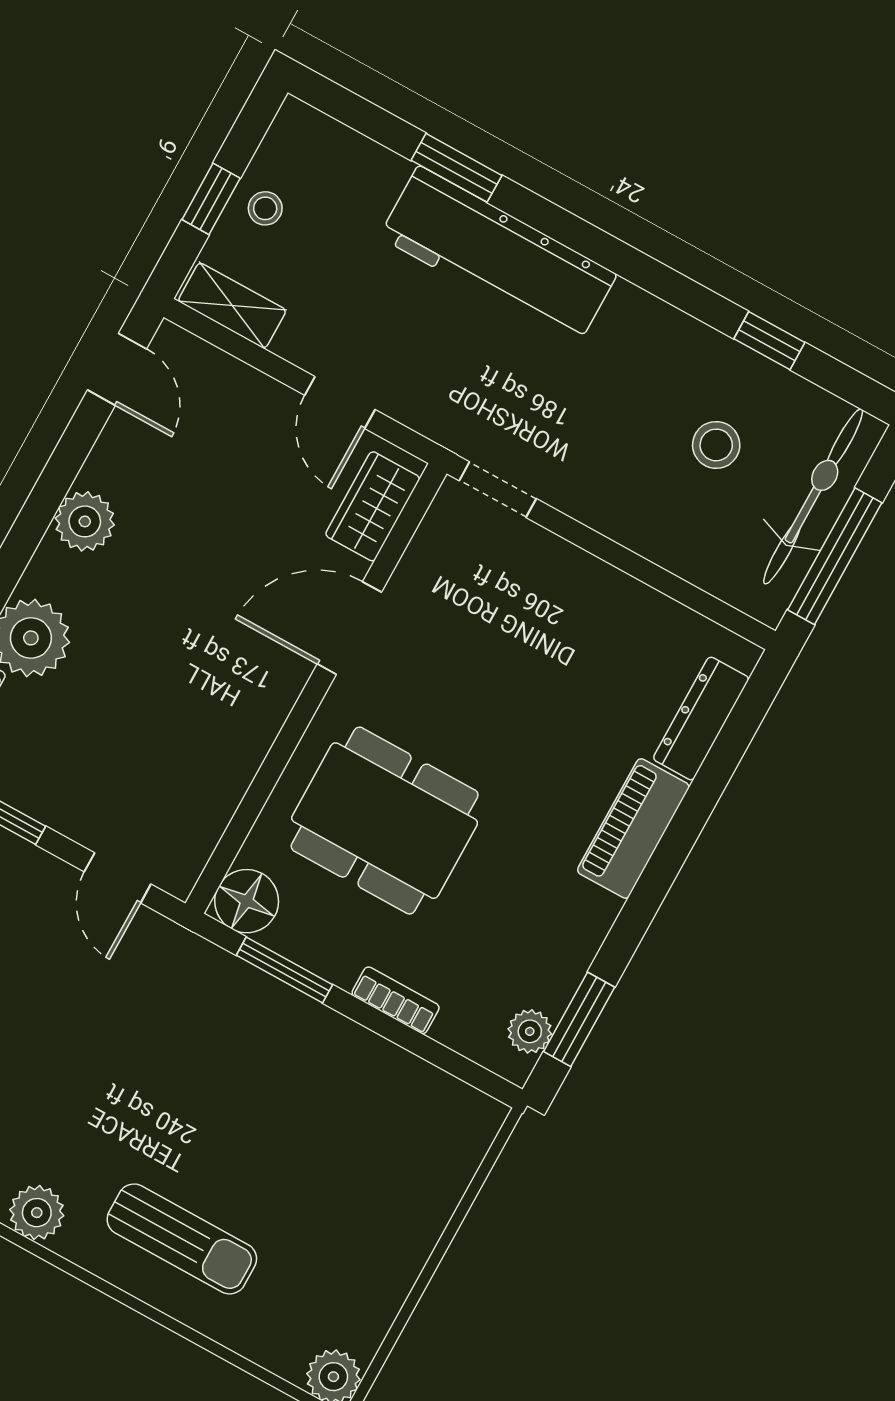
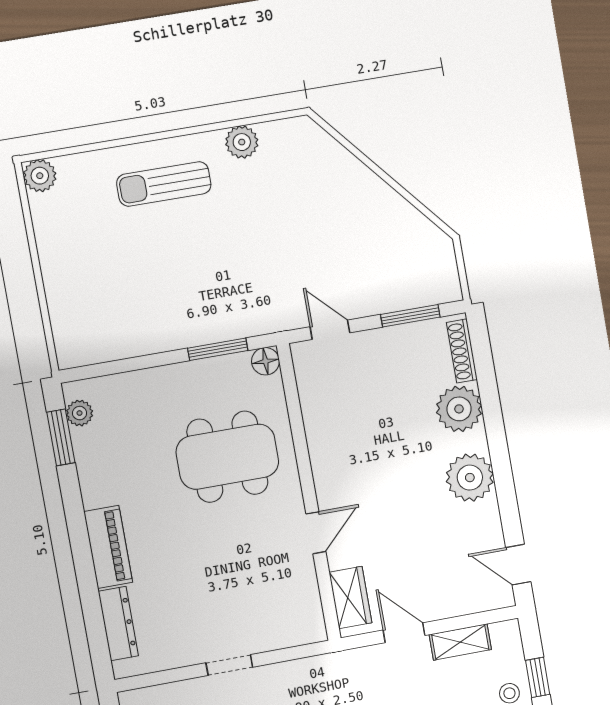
shelving: (232, 306) -> (460, 642), moved
doorway: (498, 490) -> (229, 665), moved
plant: (85, 521) -> (470, 478), width x1.36, depth x1.36
door: (349, 628) -> (316, 533), width x0.73
floor lamp: (247, 901) -> (265, 361), width x0.73, depth x0.73
bookcase: (396, 1000) -> (154, 377), removed

